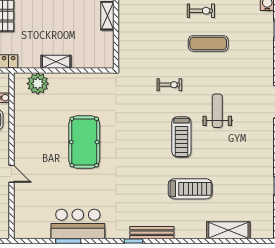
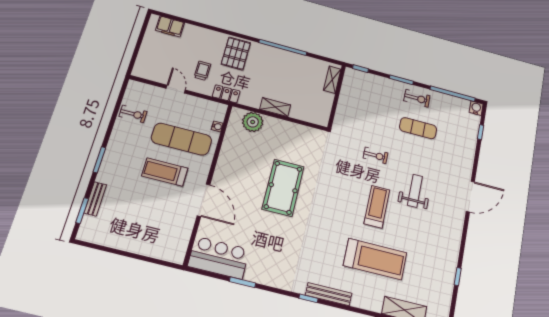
treadmill: (181, 137) -> (377, 207), turned 180
door: (11, 174) -> (203, 200), width x1.88
treadmill: (190, 189) -> (375, 259), width x1.37, depth x1.38
bar counter: (78, 224) -> (219, 258), moved

